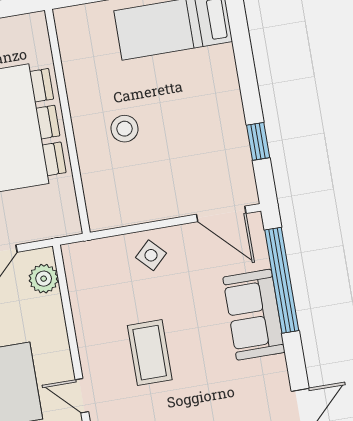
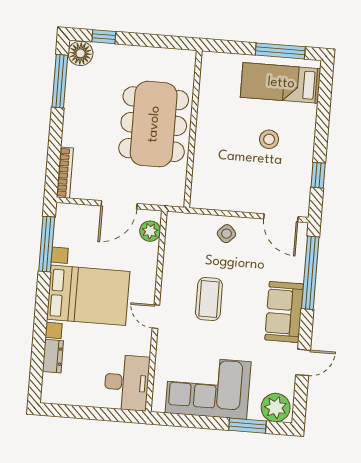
stool: (125, 129) -> (269, 139), moved
sofa: (254, 315) -> (284, 312), moved

